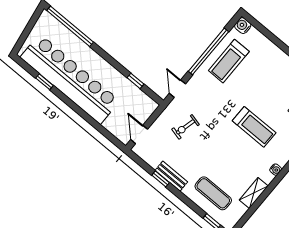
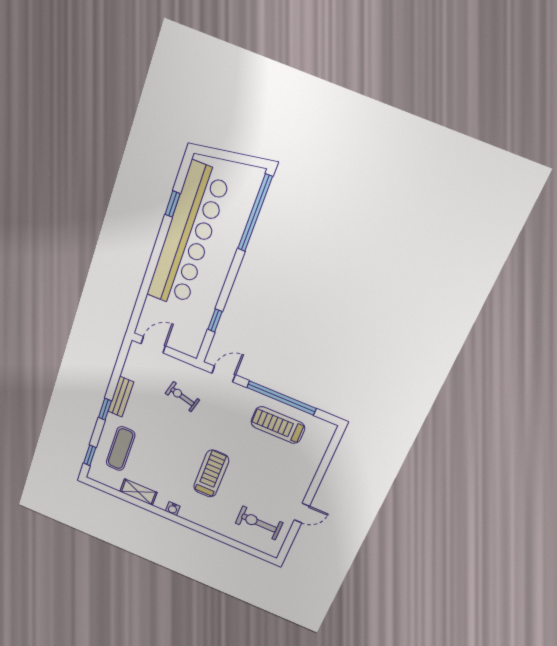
water cooler: (243, 26) -> (327, 430), removed
treadmill: (254, 127) -> (211, 474), turned 180
window: (161, 179) -> (105, 409), moved

